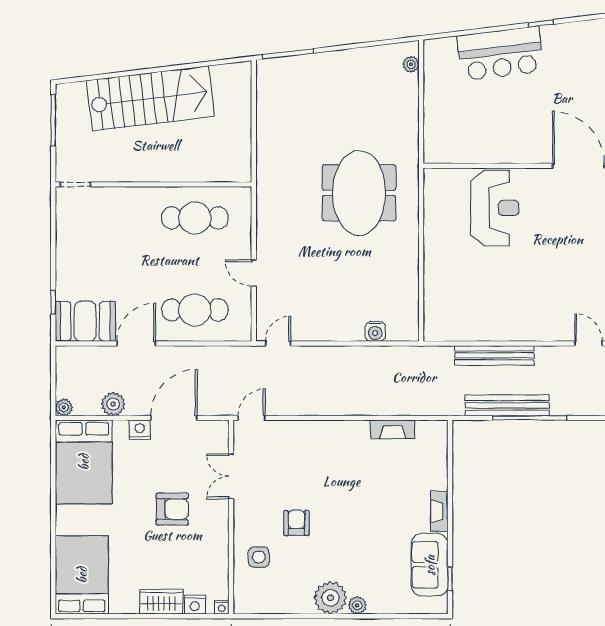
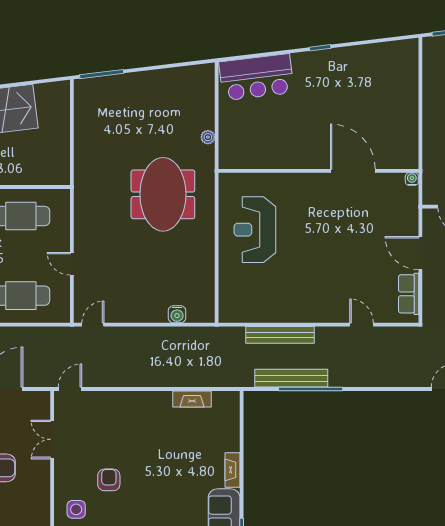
bar counter: (500, 53) -> (256, 77), moved
plant: (411, 64) -> (208, 137), moved
reception desk: (495, 208) -> (255, 230), moved, turned 180

